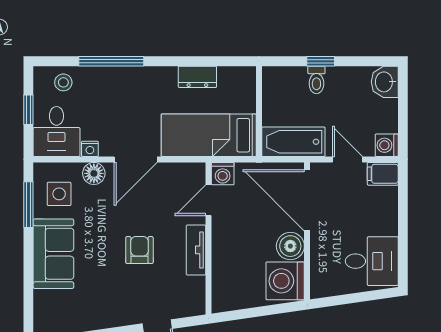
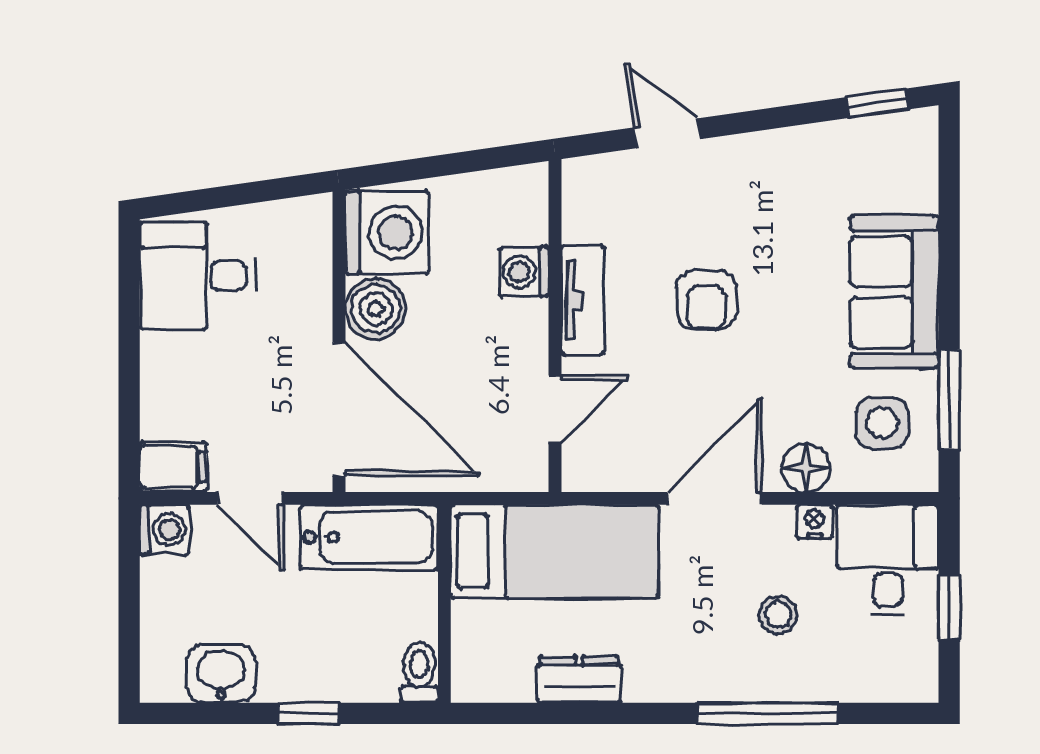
toilet: (316, 80) -> (419, 673), moved
stool: (63, 82) -> (778, 615), moved
washbasin: (385, 82) -> (221, 674), moved, turned -90
washing machine: (223, 174) -> (524, 272), moved, turned -90

